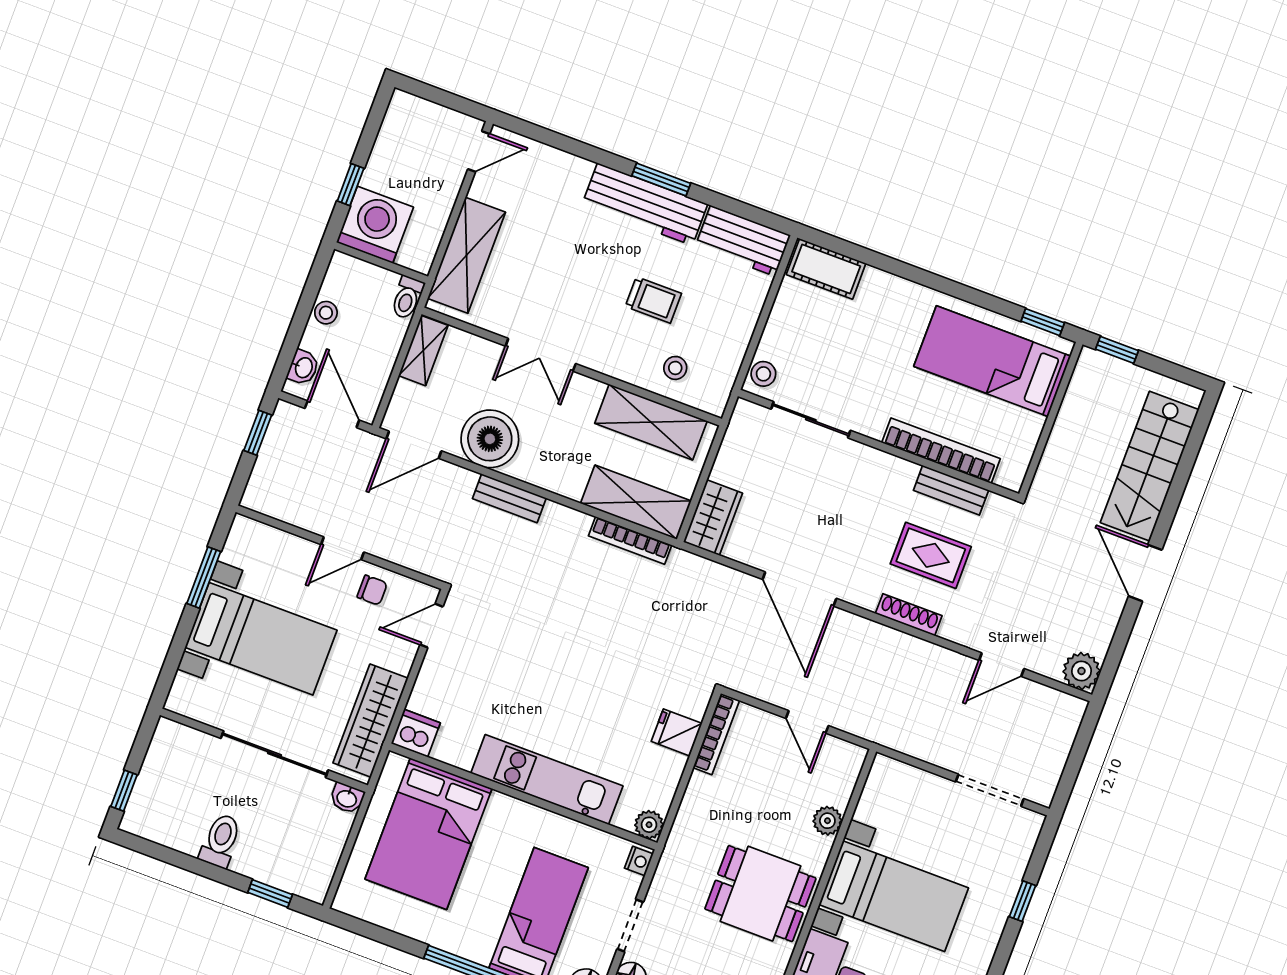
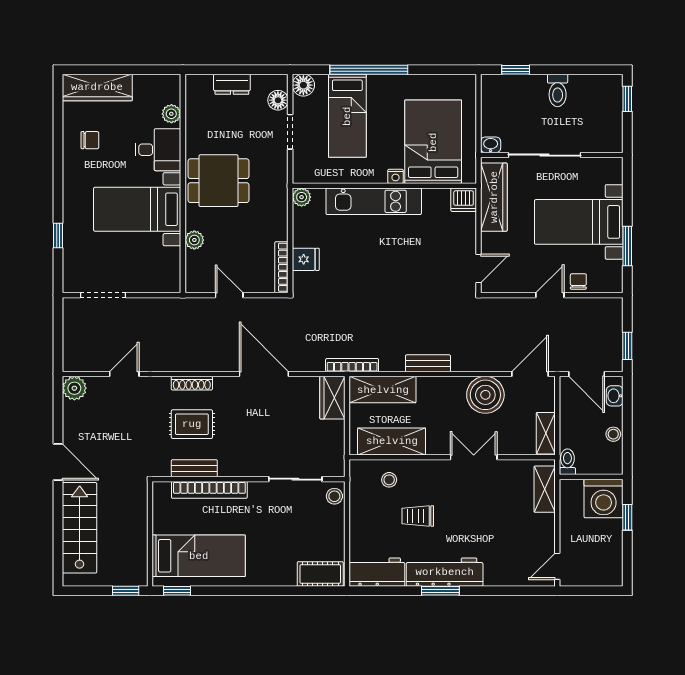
shelving: (467, 255) -> (545, 489), width x0.67, depth x0.75
bench: (509, 498) -> (428, 363), moved
bookcase: (630, 540) -> (352, 365), moved
chair: (372, 590) -> (578, 281), moved, turned 90
nightstand: (639, 861) -> (396, 176), moved, turned -90

